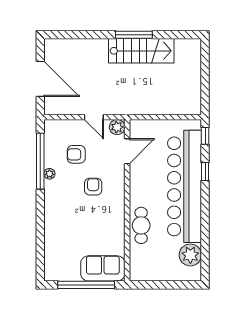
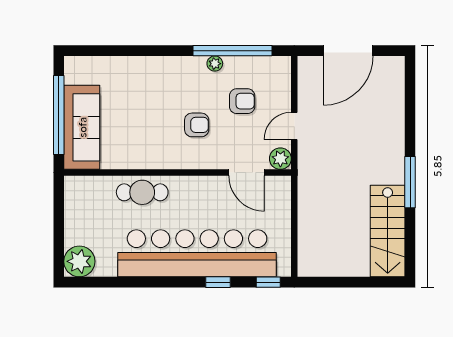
stairs: (141, 51) -> (388, 231), moved
armchair: (76, 154) -> (242, 101), turned 90
plant: (190, 255) -> (79, 261), moved
sofa: (103, 268) -> (82, 127), width x1.36

